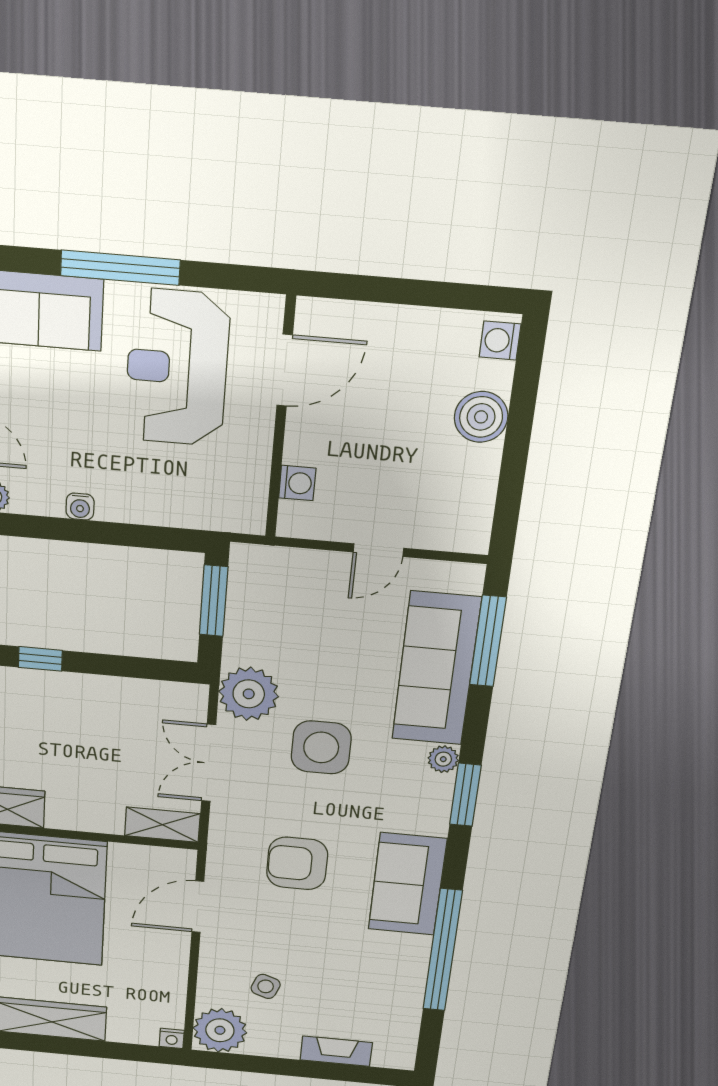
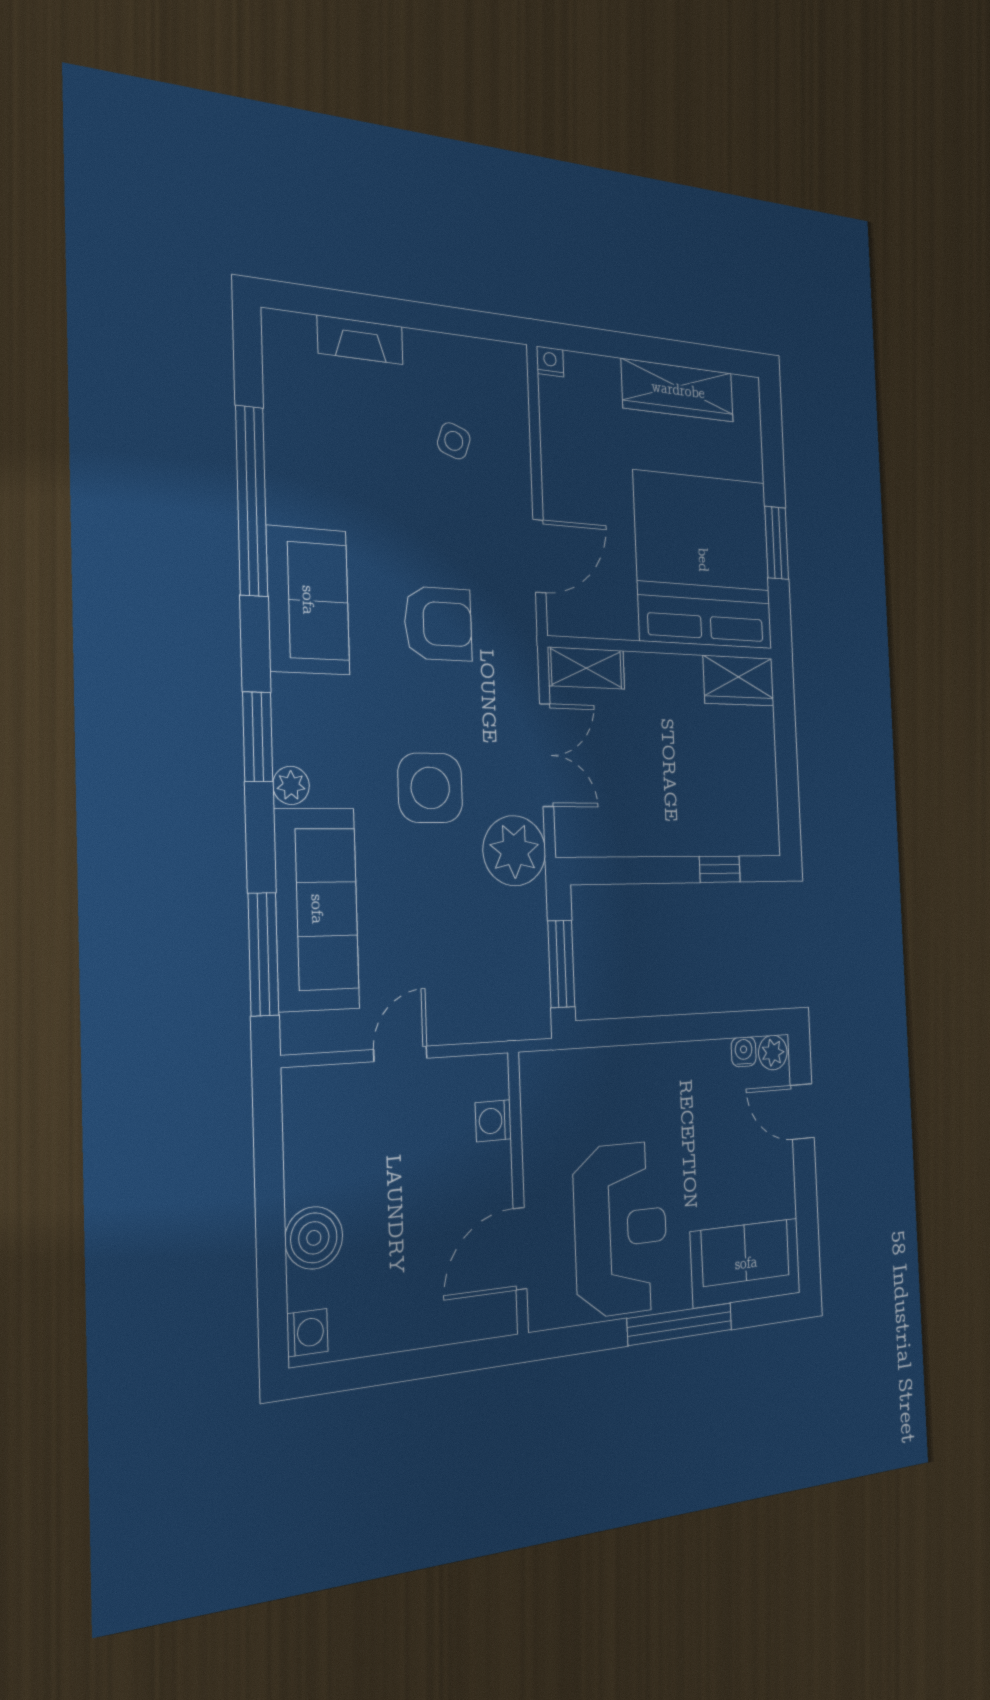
water cooler: (80, 507) -> (744, 1052), moved
plant: (220, 1030) -> (498, 374), removed

